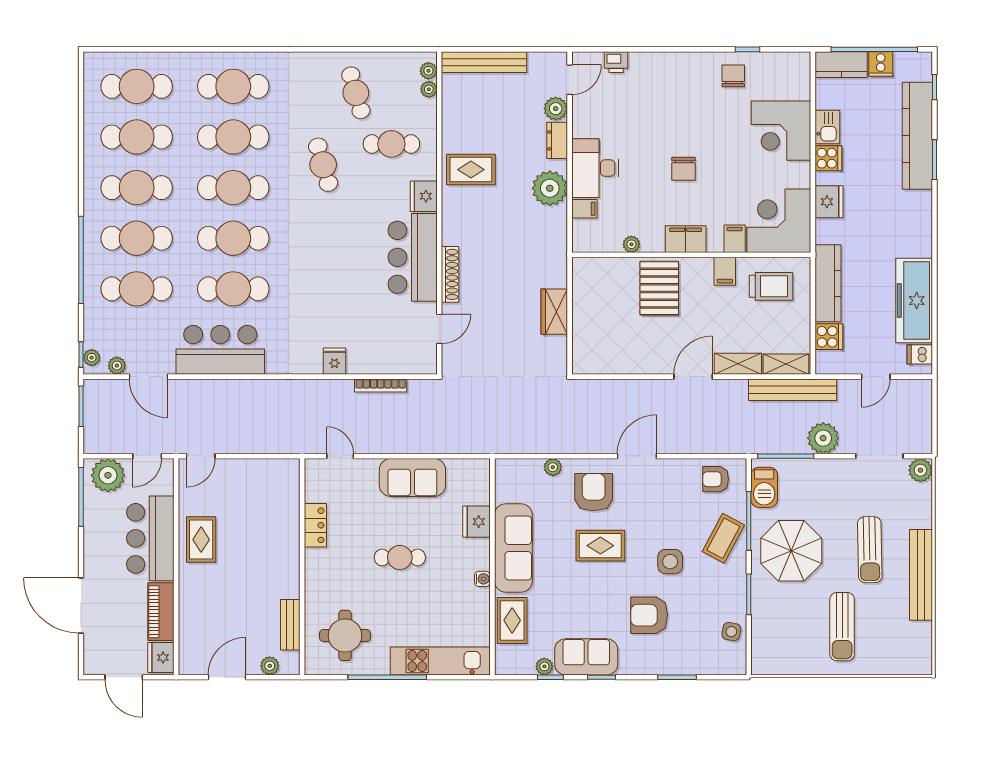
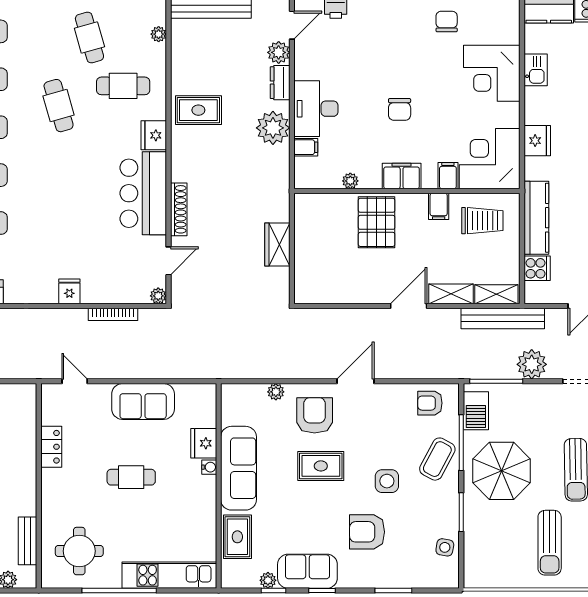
plant: (428, 71) -> (158, 296), moved
cooker: (828, 158) -> (537, 99), removed
water cooler: (482, 579) -> (209, 467), moved

